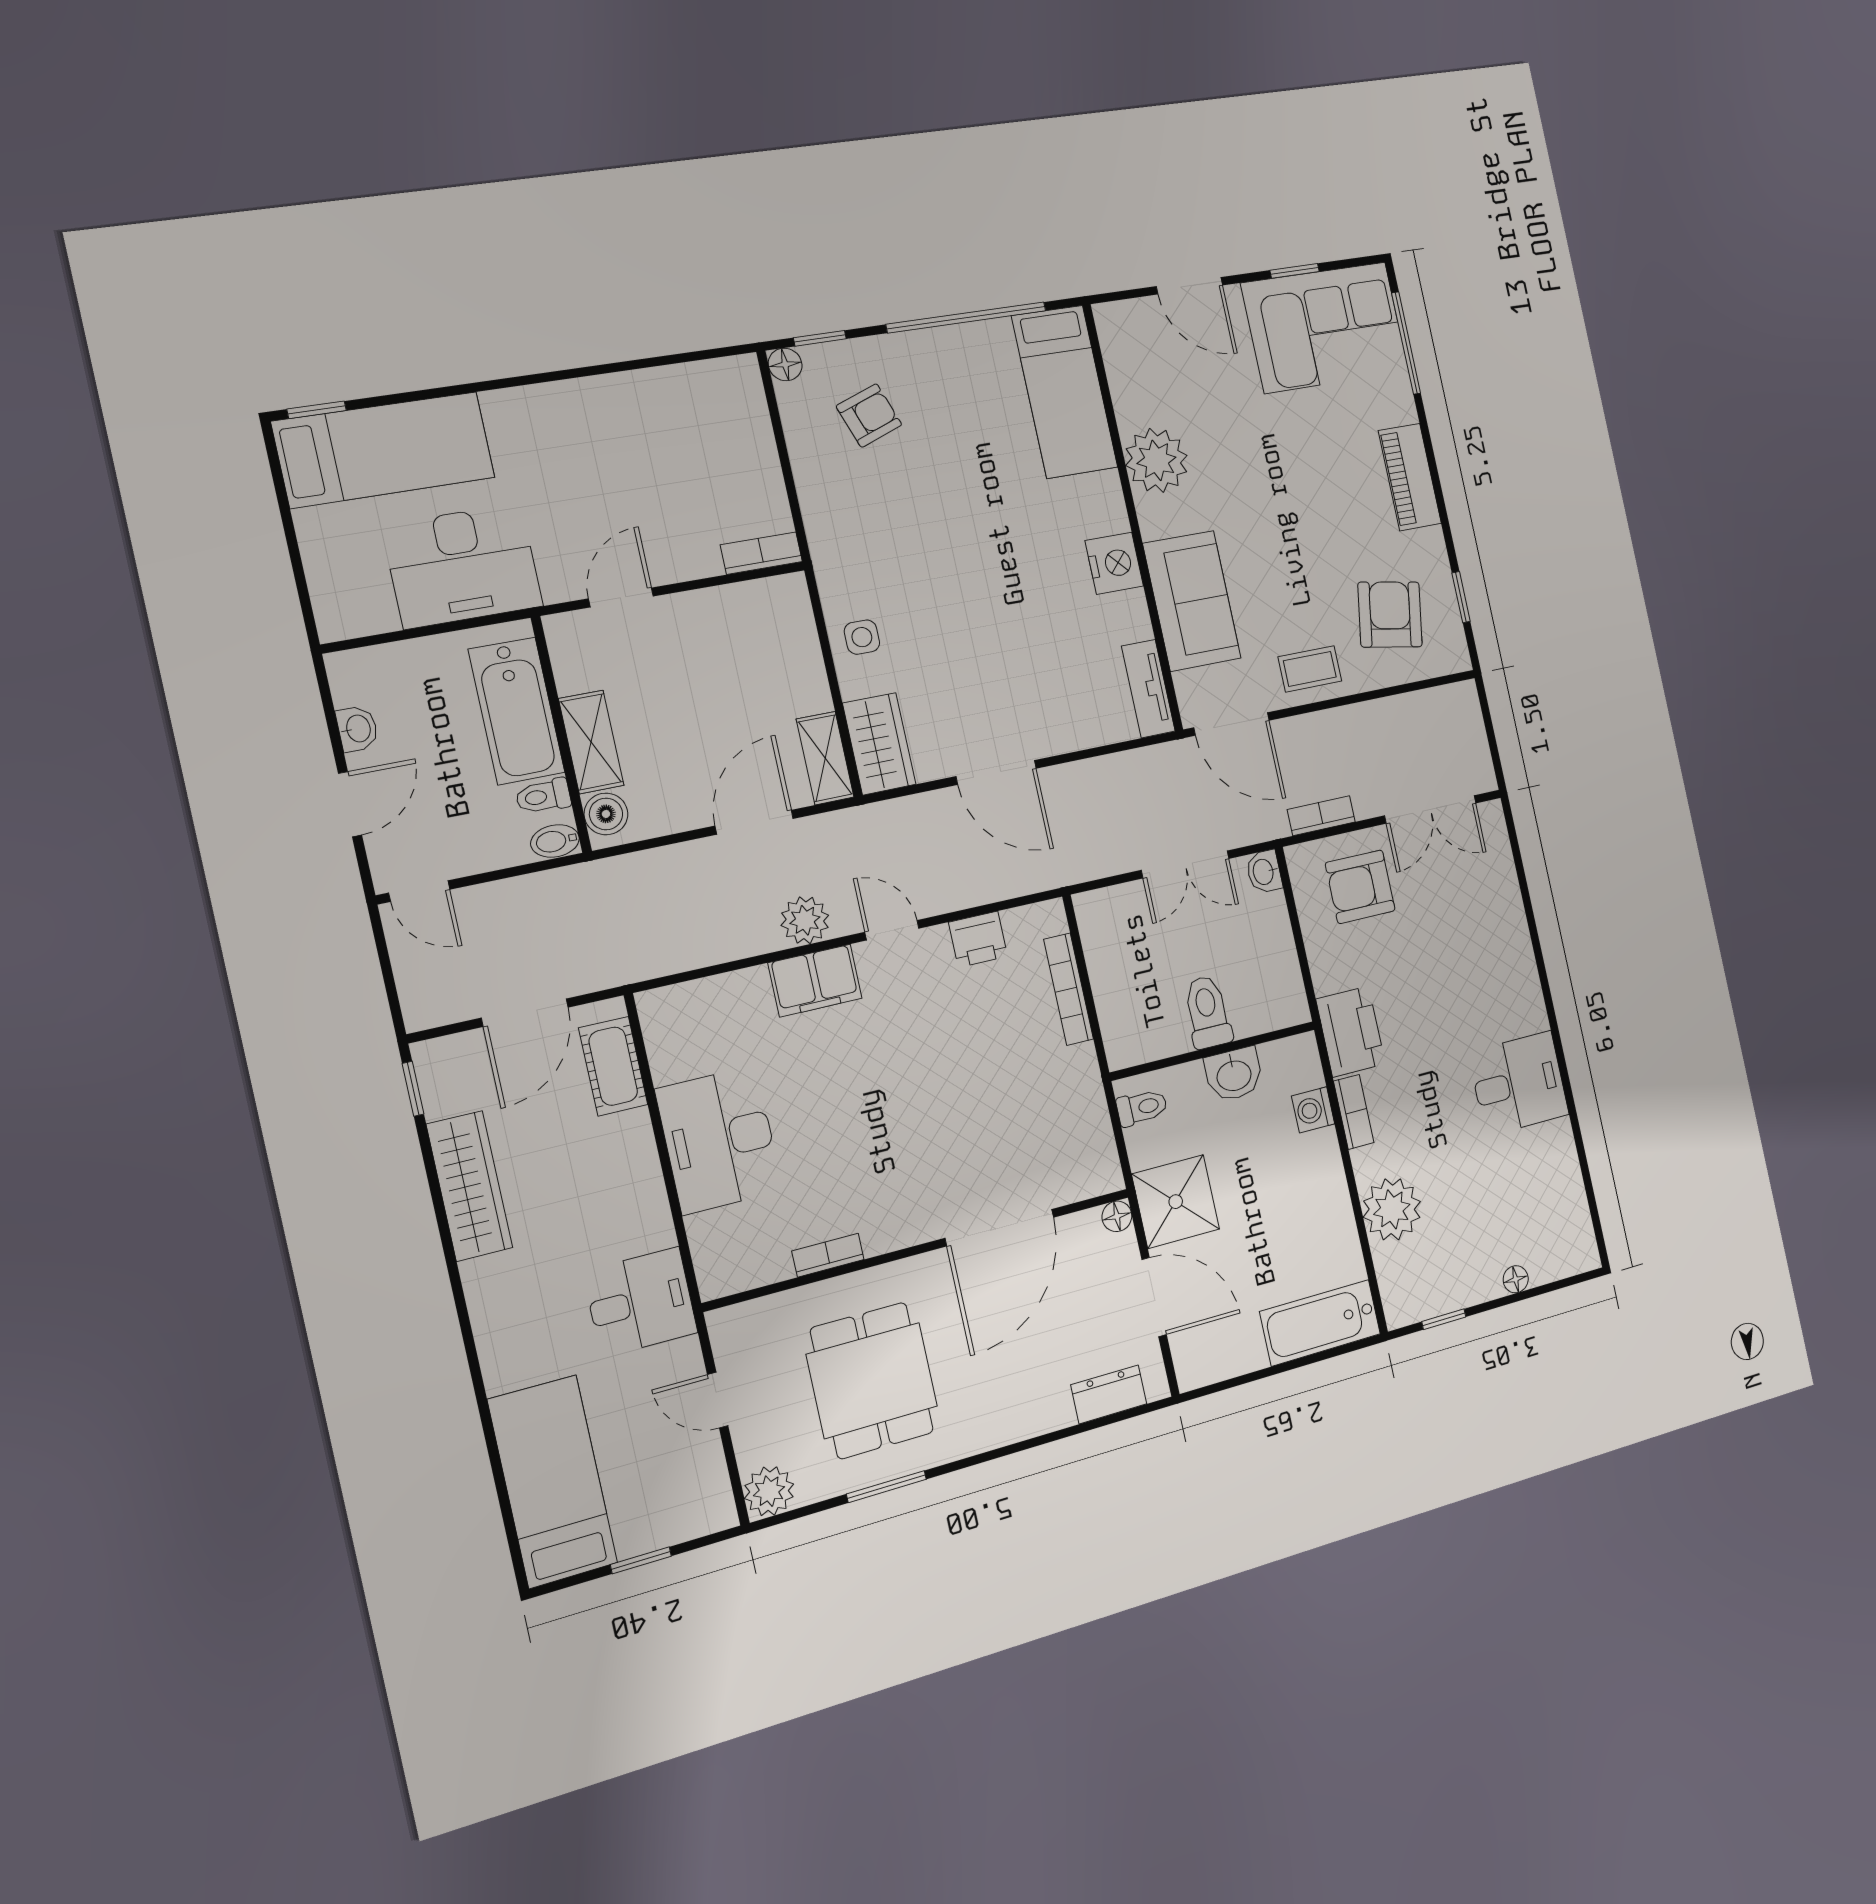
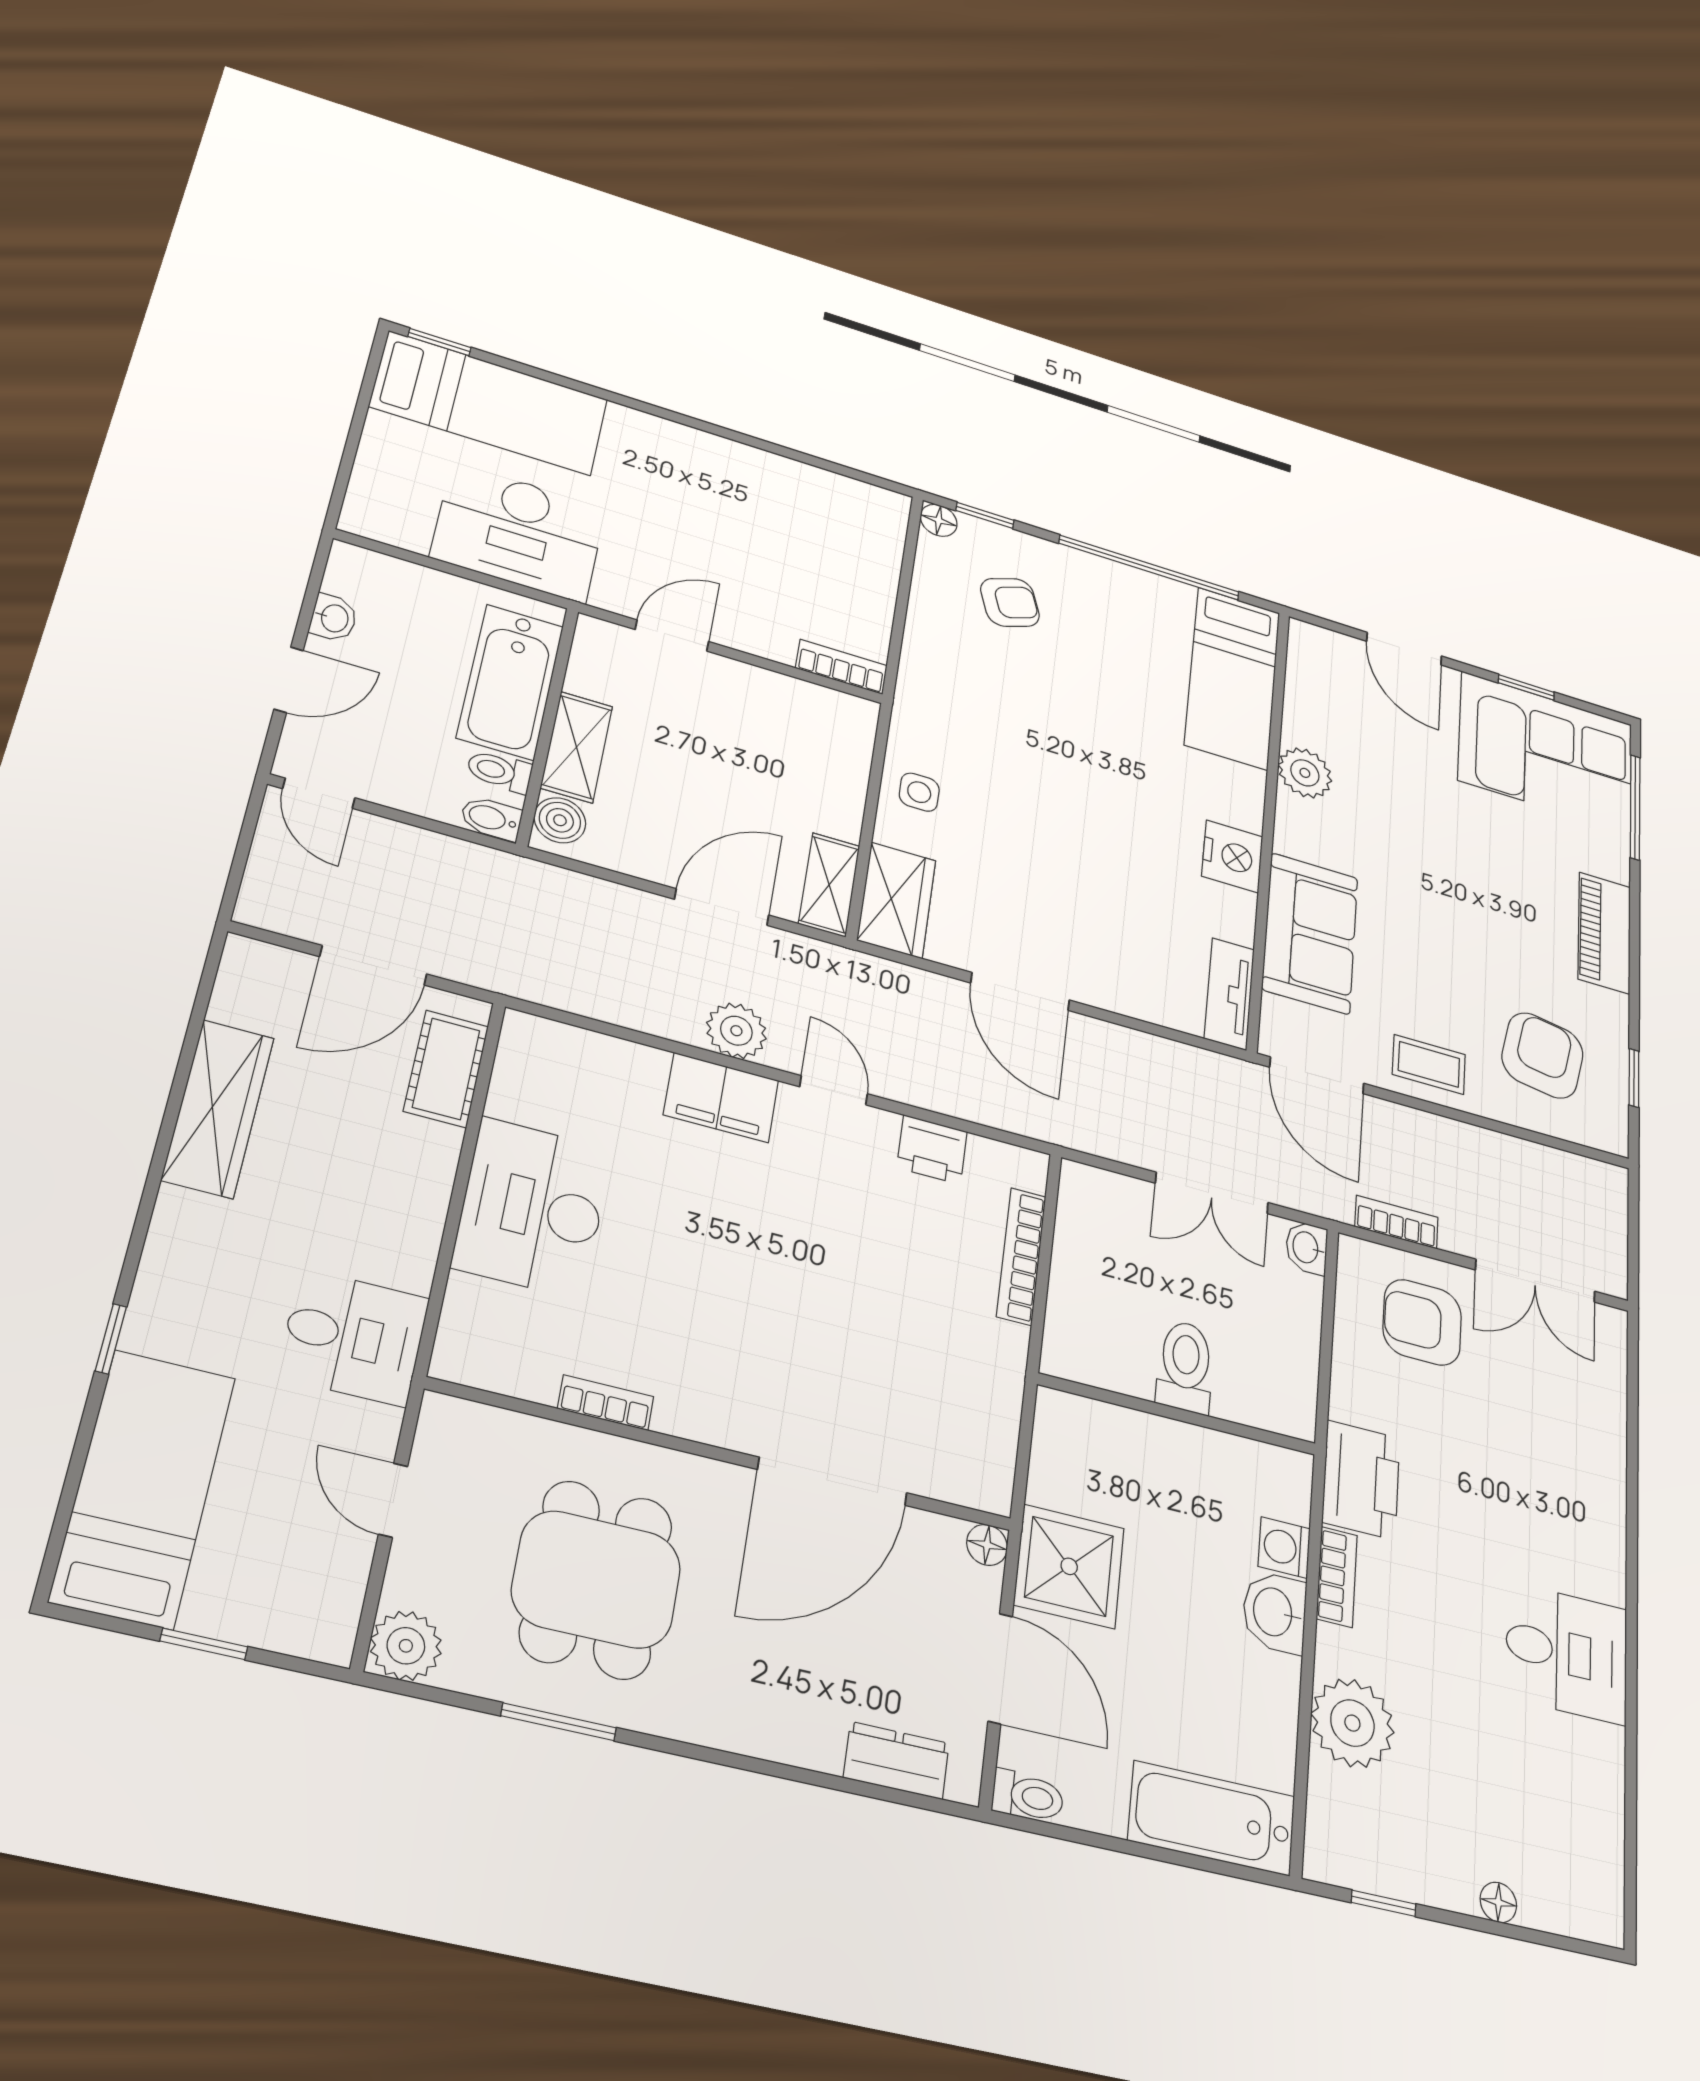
plant: (1156, 460) -> (1305, 773), width x0.73, depth x0.73
washbasin: (1234, 1074) -> (1274, 1612), moved, turned 90
window: (413, 1089) -> (111, 1339), moved
toilet: (1142, 1107) -> (1028, 1796), moved

